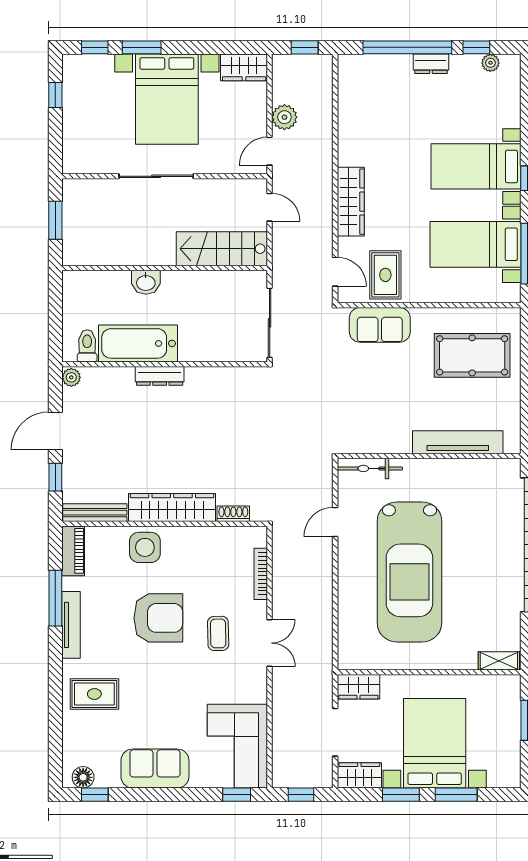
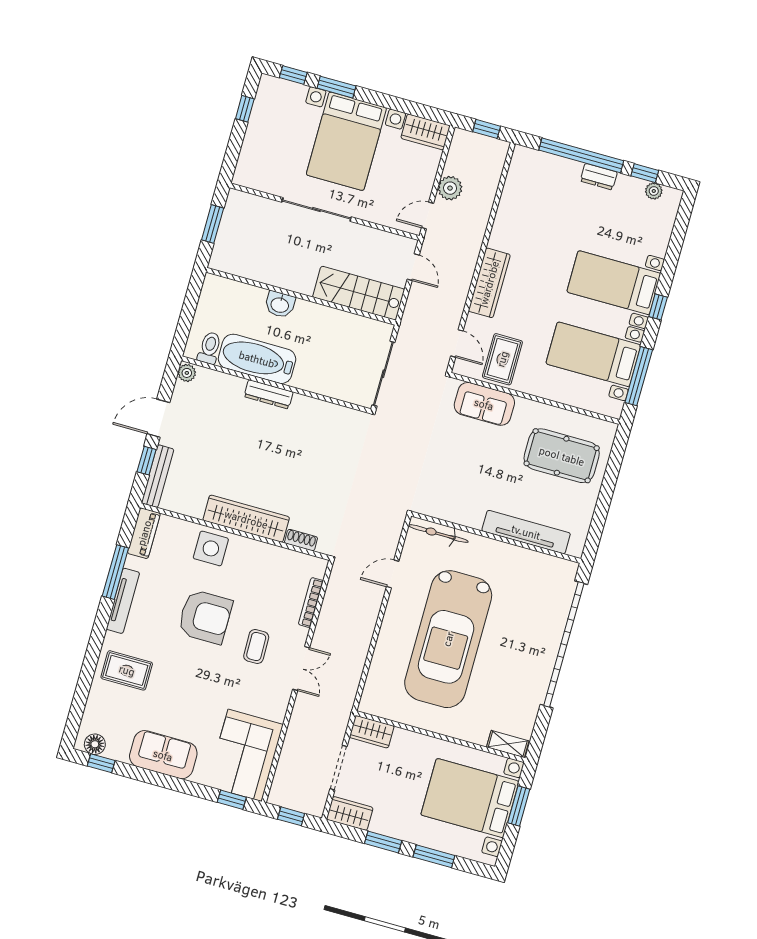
bench: (95, 513) -> (158, 476), moved, turned 90
bed with nightstands: (435, 743) -> (470, 798), moved, turned -90

